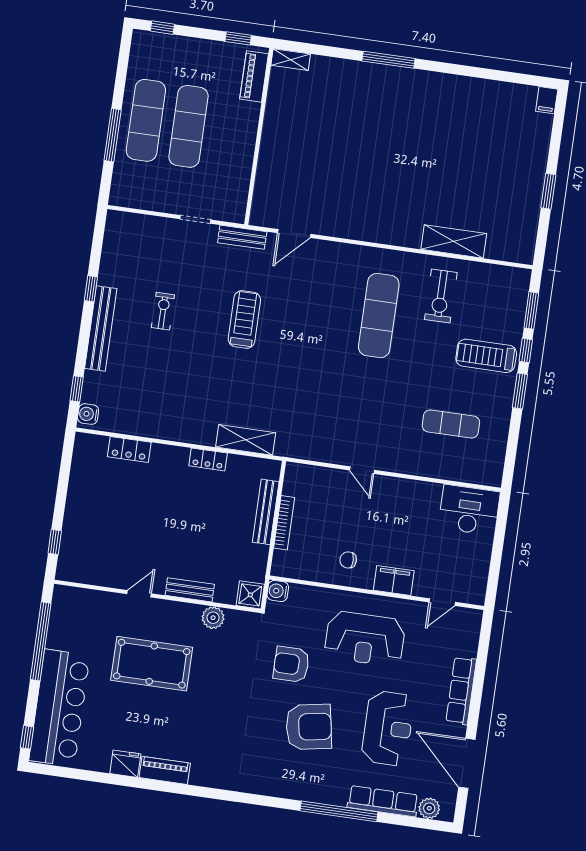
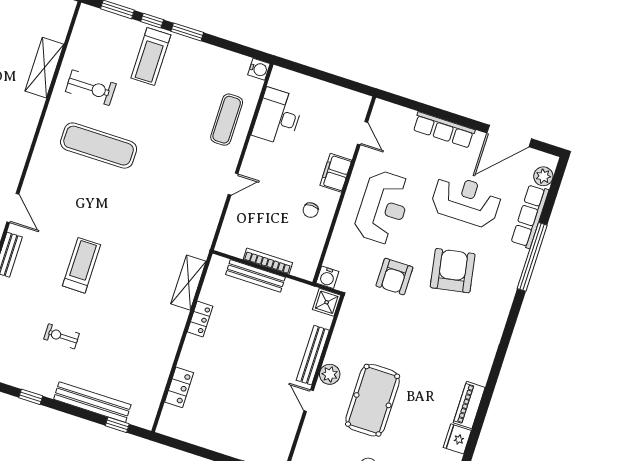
treadmill: (244, 319) -> (81, 265), turned 90
bench: (101, 328) -> (92, 402), moved
water cooler: (88, 414) -> (259, 69), moved, turned -90
exercise mat: (451, 424) -> (227, 120), moved
desk: (469, 510) -> (278, 117), moved
bench: (190, 590) -> (313, 355), width x1.36
plant: (213, 618) -> (330, 374), moved

